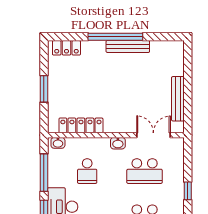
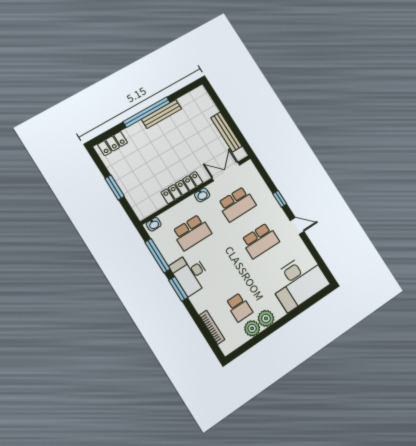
locker: (81, 125) -> (182, 188), moved
school desk: (87, 171) -> (192, 232), width x1.85

